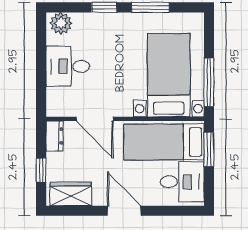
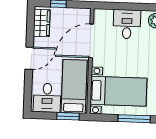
window: (209, 82) -> (134, 119), moved
door: (95, 119) -> (91, 41), width x1.36
dresser: (55, 136) -> (81, 14), removed

